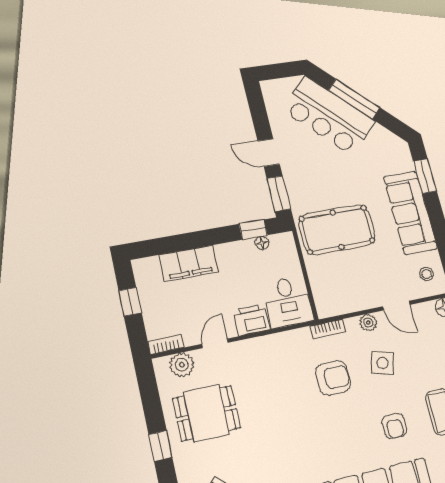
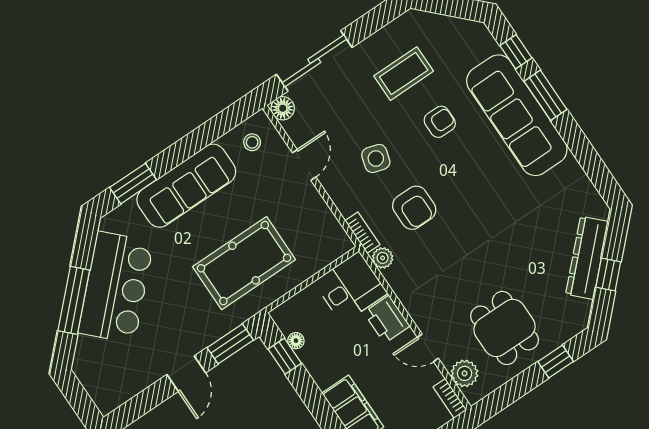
bar counter: (329, 116) -> (116, 287), moved
pool table: (337, 230) -> (244, 263), turned 90
plant: (368, 322) -> (383, 258), moved
armchair: (333, 378) -> (414, 208), turned 180

